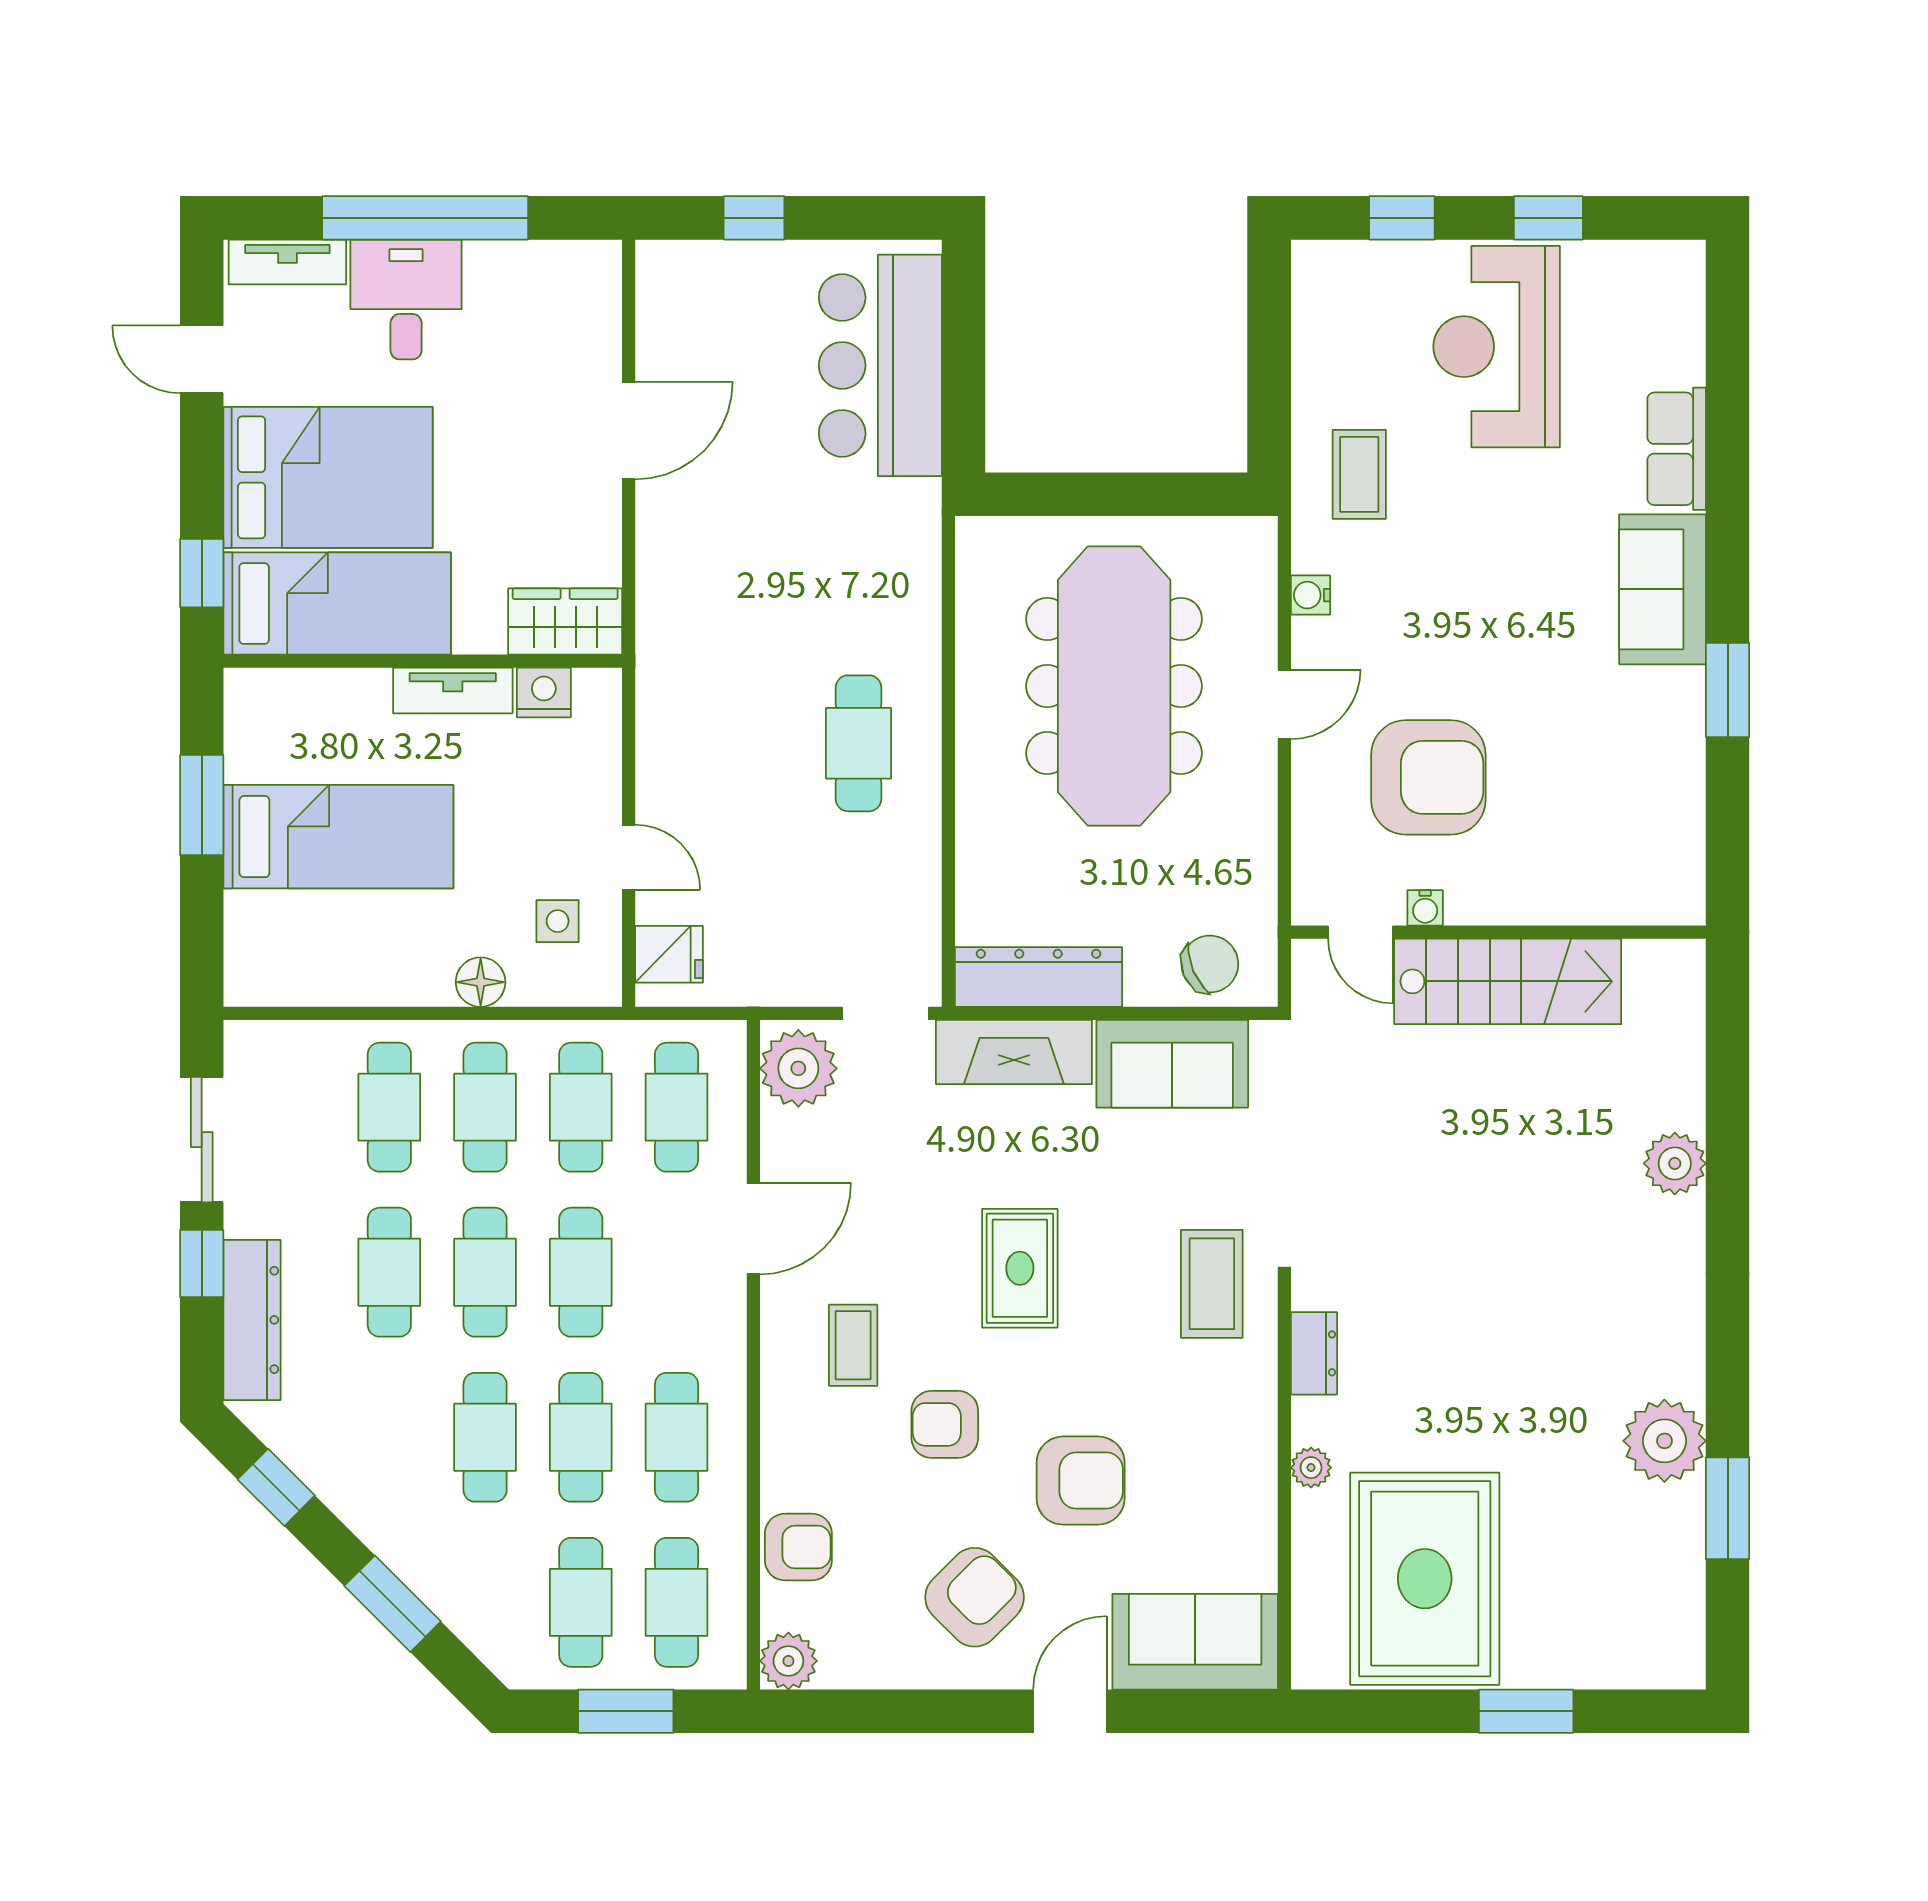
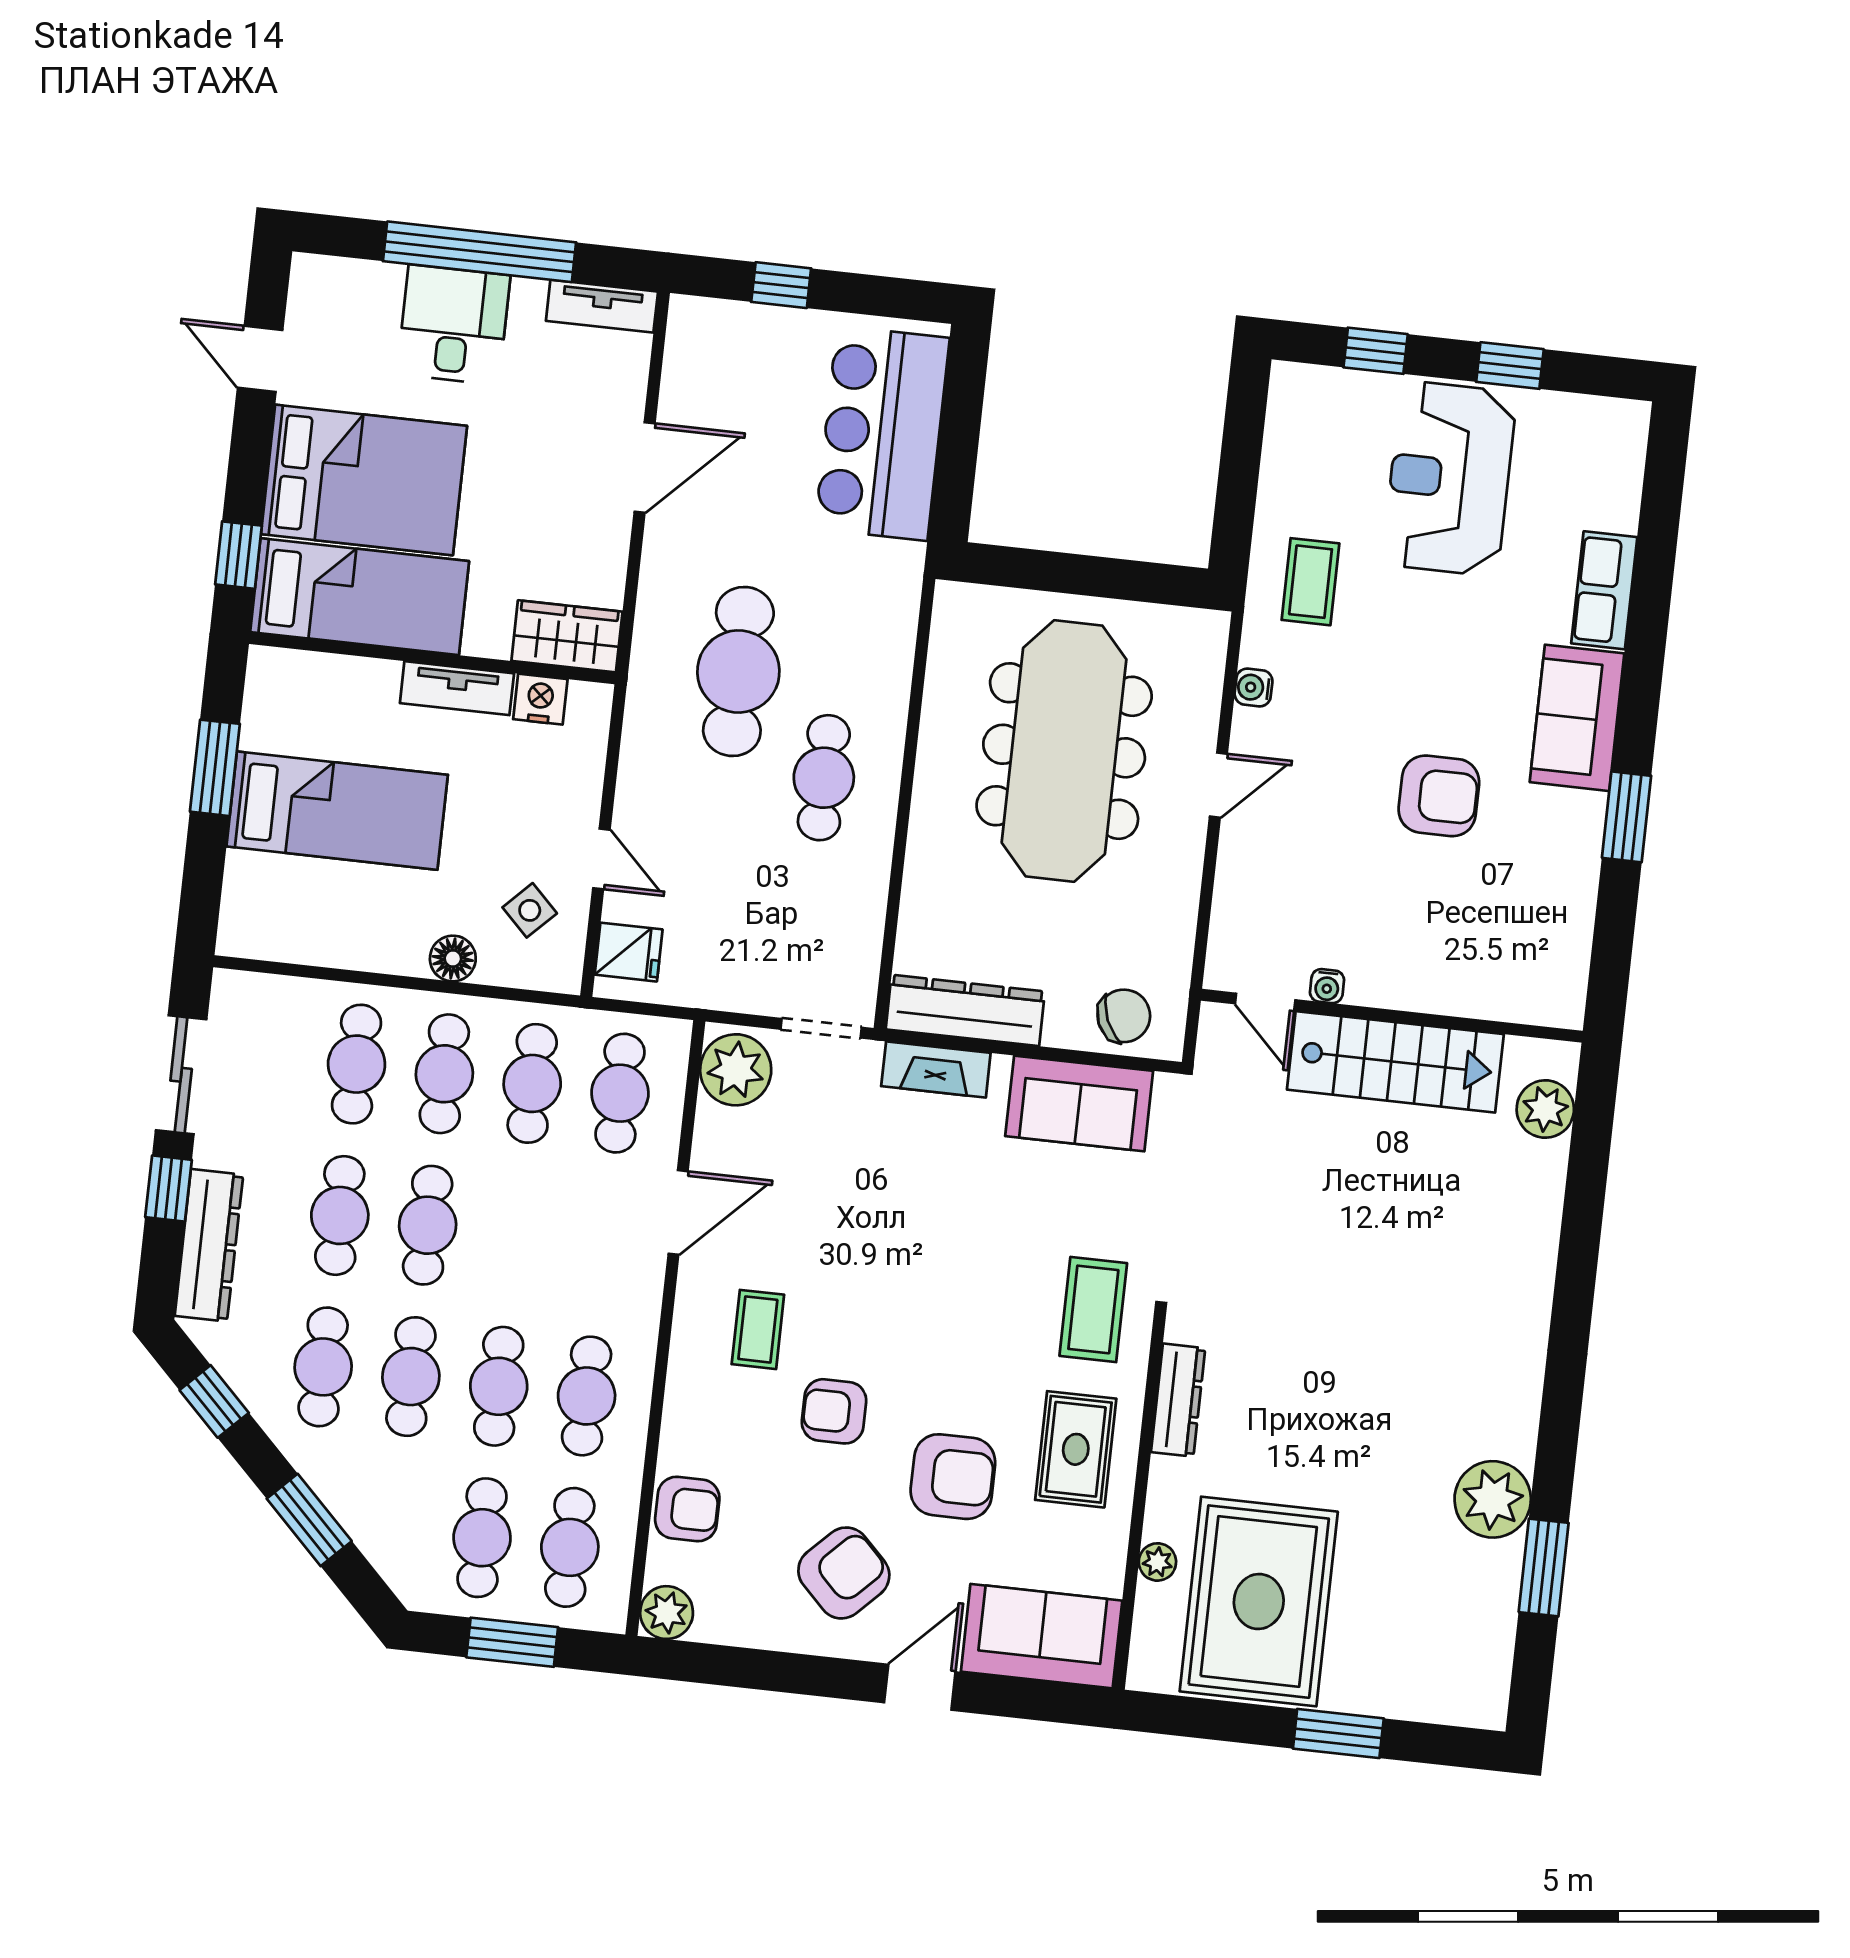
tv unit: (287, 262) -> (602, 306), moved
cafe table: (754, 639) -> (738, 671), added
armchair: (1428, 777) -> (1439, 796), moved, width x0.73, depth x0.73
side table: (558, 921) -> (530, 910), turned 45
fireplace: (1014, 1052) -> (936, 1070), width x0.73, depth x0.76
plant: (1675, 1163) -> (1545, 1109), moved
rug: (1020, 1268) -> (1076, 1449), moved
cafe table: (581, 1272) -> (323, 1367), moved
dresser: (1314, 1353) -> (1178, 1400), width x1.44
plant: (1311, 1468) -> (1157, 1562), moved

